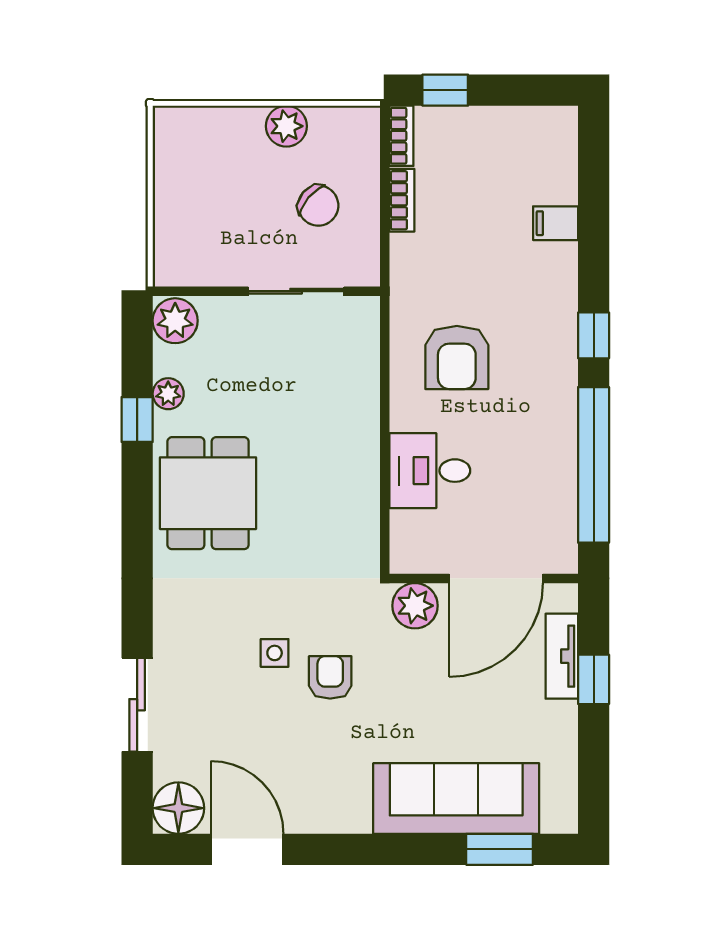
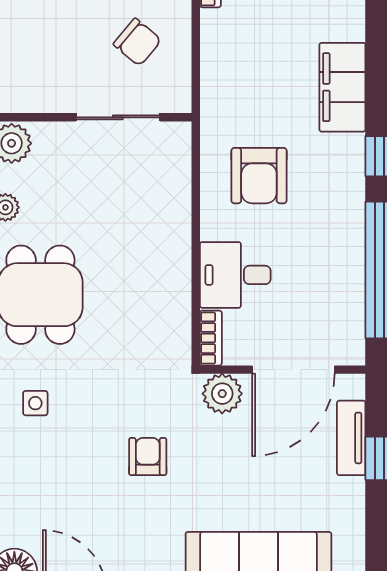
bookcase: (402, 200) -> (211, 338), moved
filing cabinet: (556, 223) -> (342, 87), width x3.00, depth x1.17
side table: (275, 653) -> (35, 403), moved

